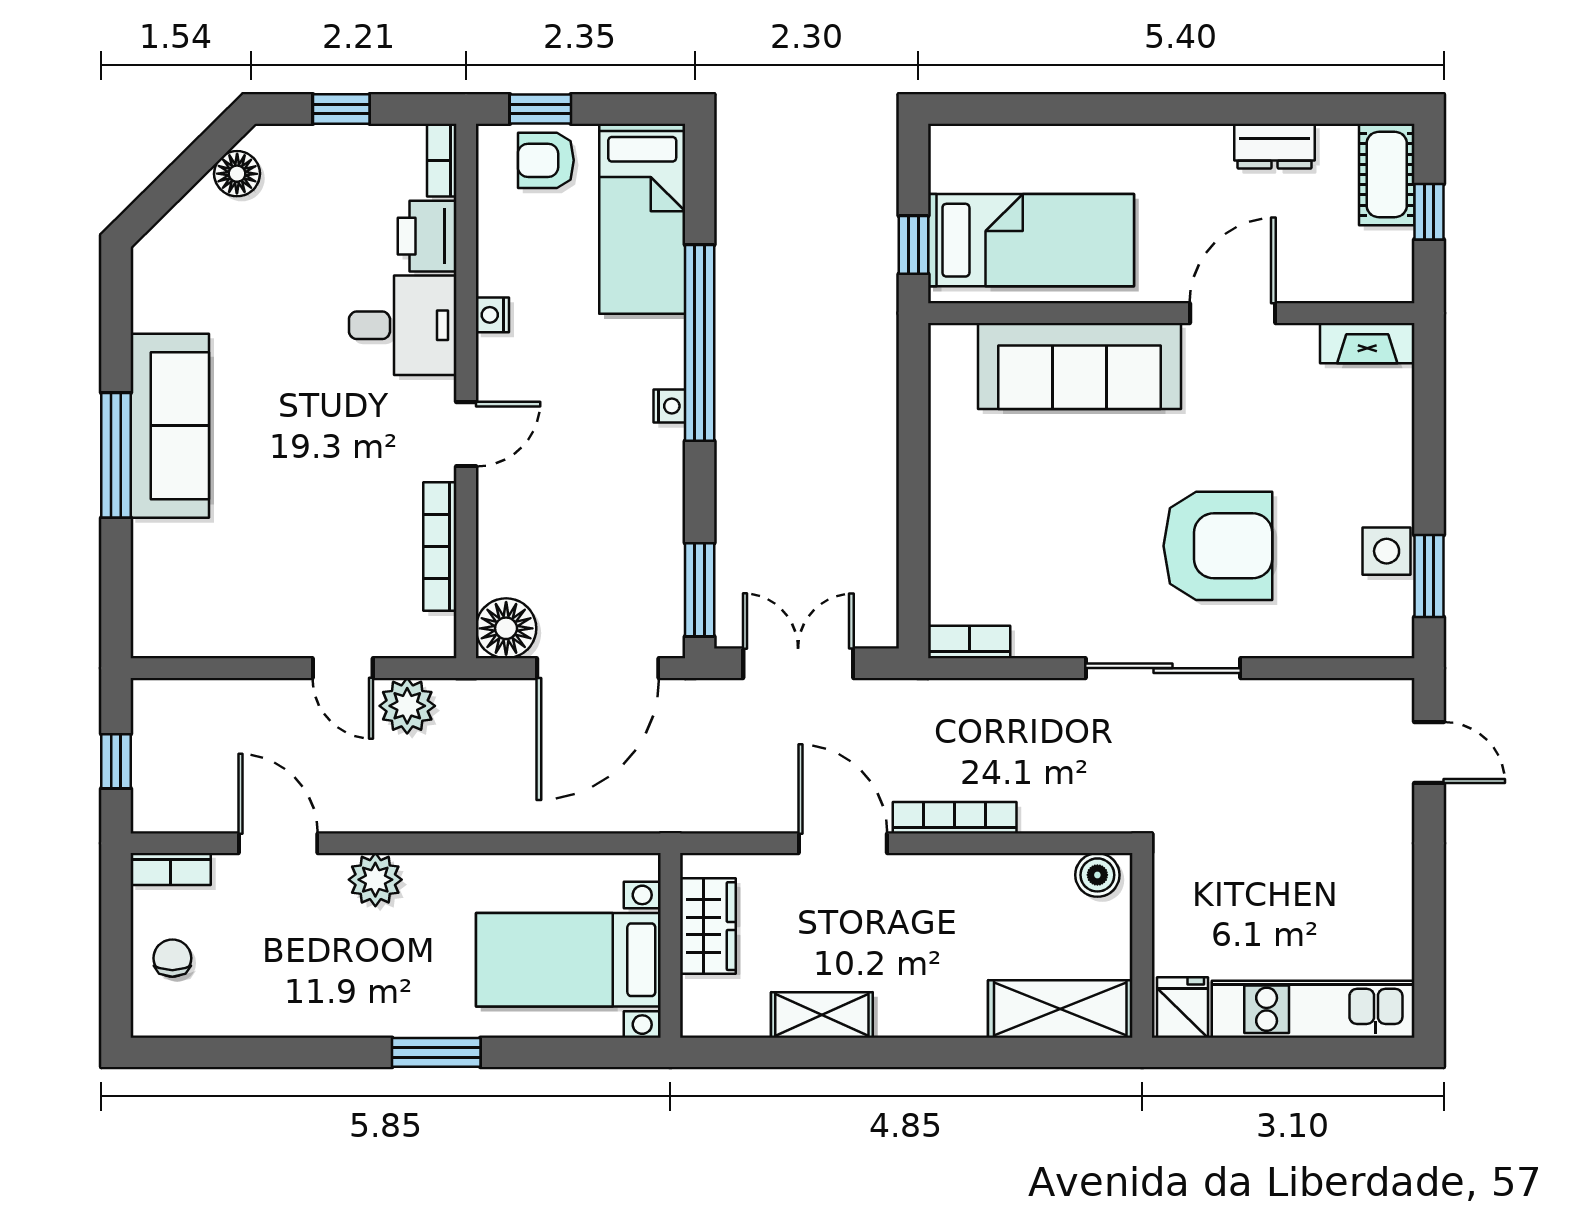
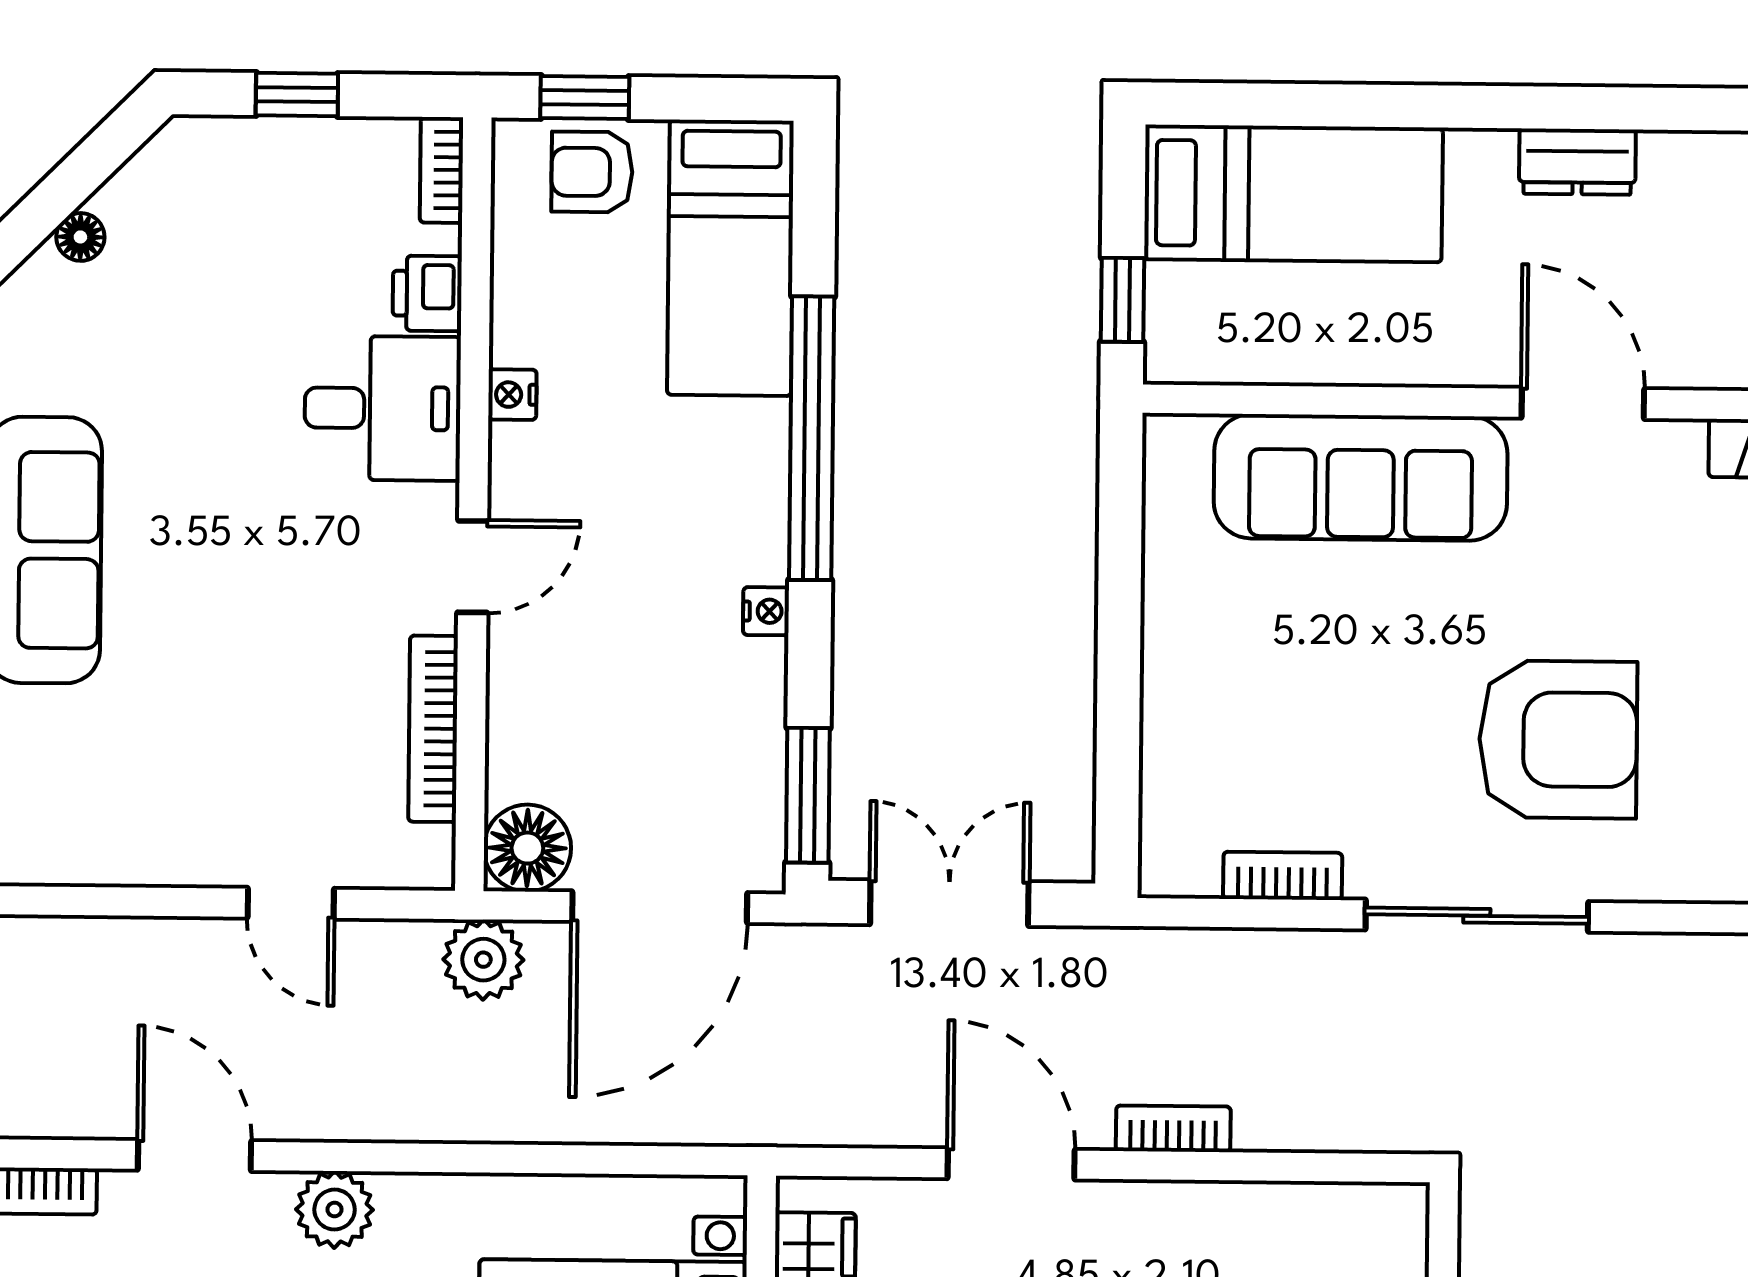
dresser: (1275, 146) -> (1577, 162), moved
floor lamp: (237, 174) -> (80, 237), moved, width x0.73, depth x0.73
printer: (427, 236) -> (427, 293), width x0.73, depth x0.81
bed: (1031, 240) -> (1293, 194), moved
door: (1233, 313) -> (1583, 403), hinge flipped
nightstand: (669, 406) -> (766, 611), moved
bookcase: (969, 642) -> (1283, 876), moved
plant: (407, 706) -> (483, 960), moved
bookcase: (955, 818) -> (1173, 1129), width x0.64
boiler: (1097, 875) -> (1379, 1214), removed

